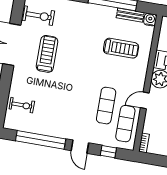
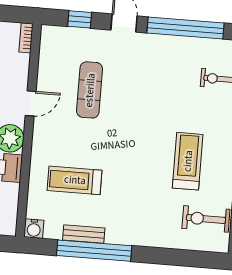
bench: (130, 15) -> (84, 234), moved
treadmill: (47, 54) -> (188, 161), turned 180
exercise mat: (125, 124) -> (57, 65), removed

